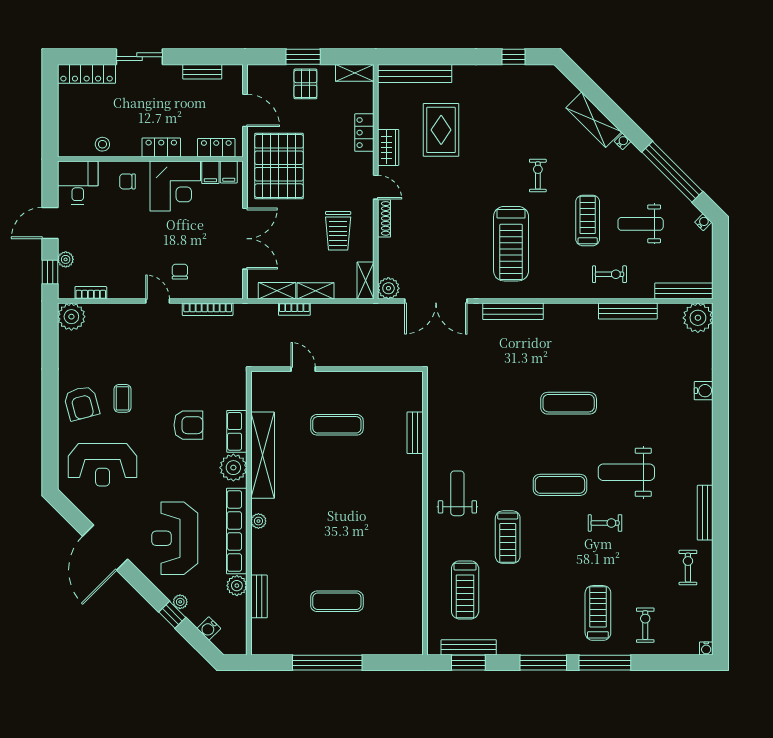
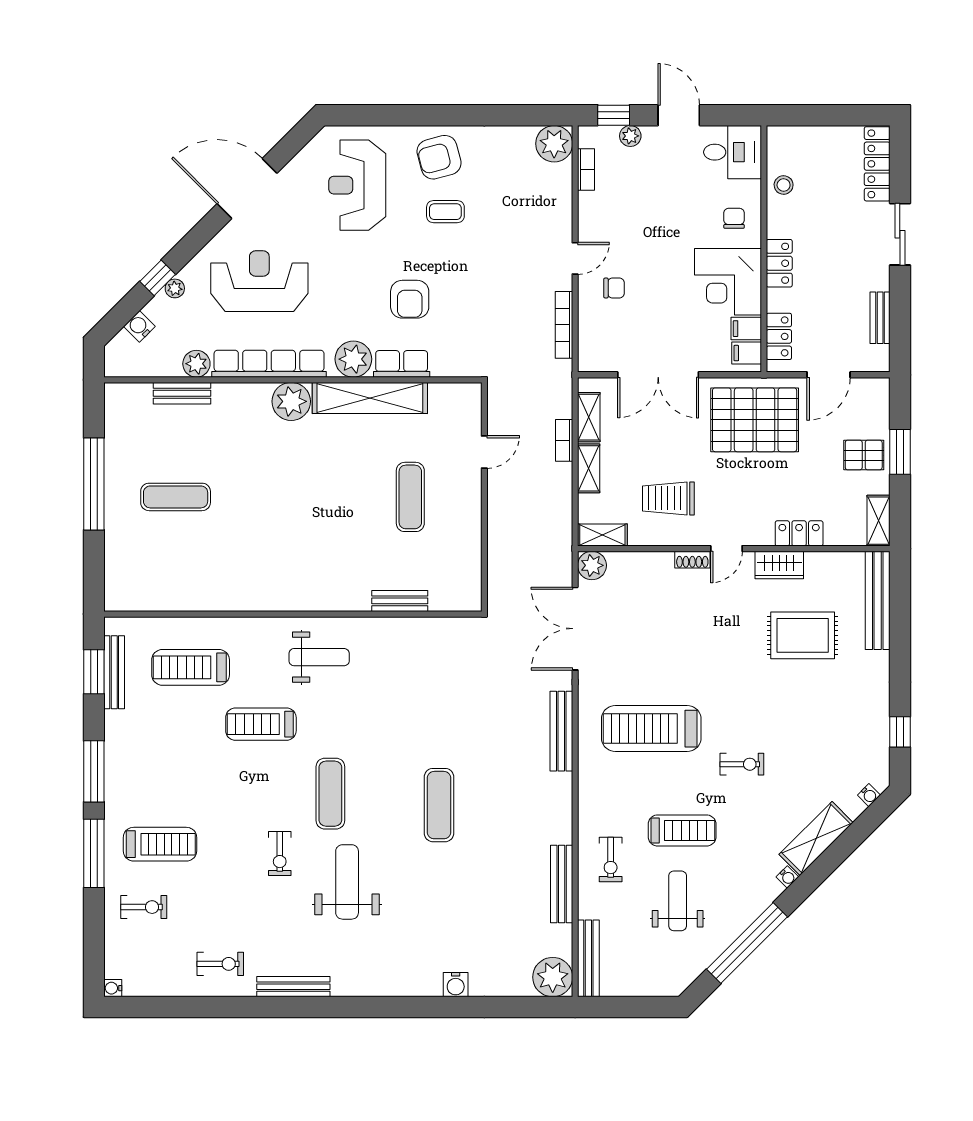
shoe rack: (384, 218) -> (692, 560), width x0.70
water cooler: (703, 222) -> (869, 795), moved
plant: (258, 521) -> (291, 401), width x1.87, depth x1.87
exercise mat: (337, 601) -> (176, 497), turned 90

